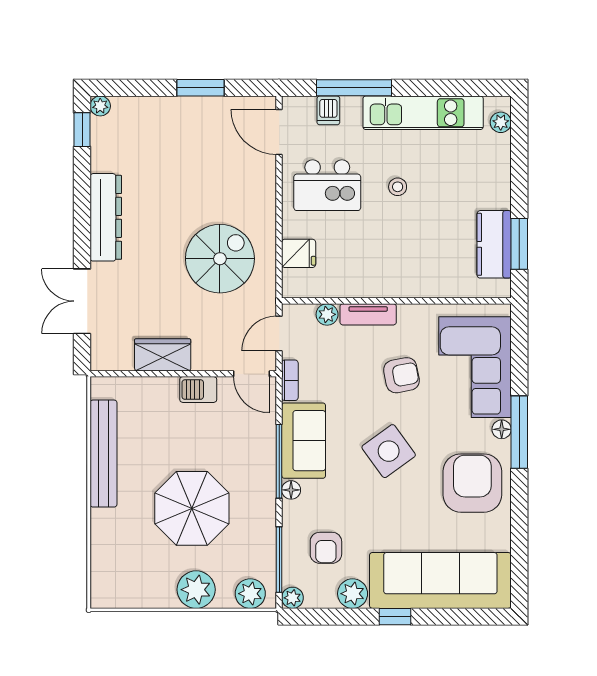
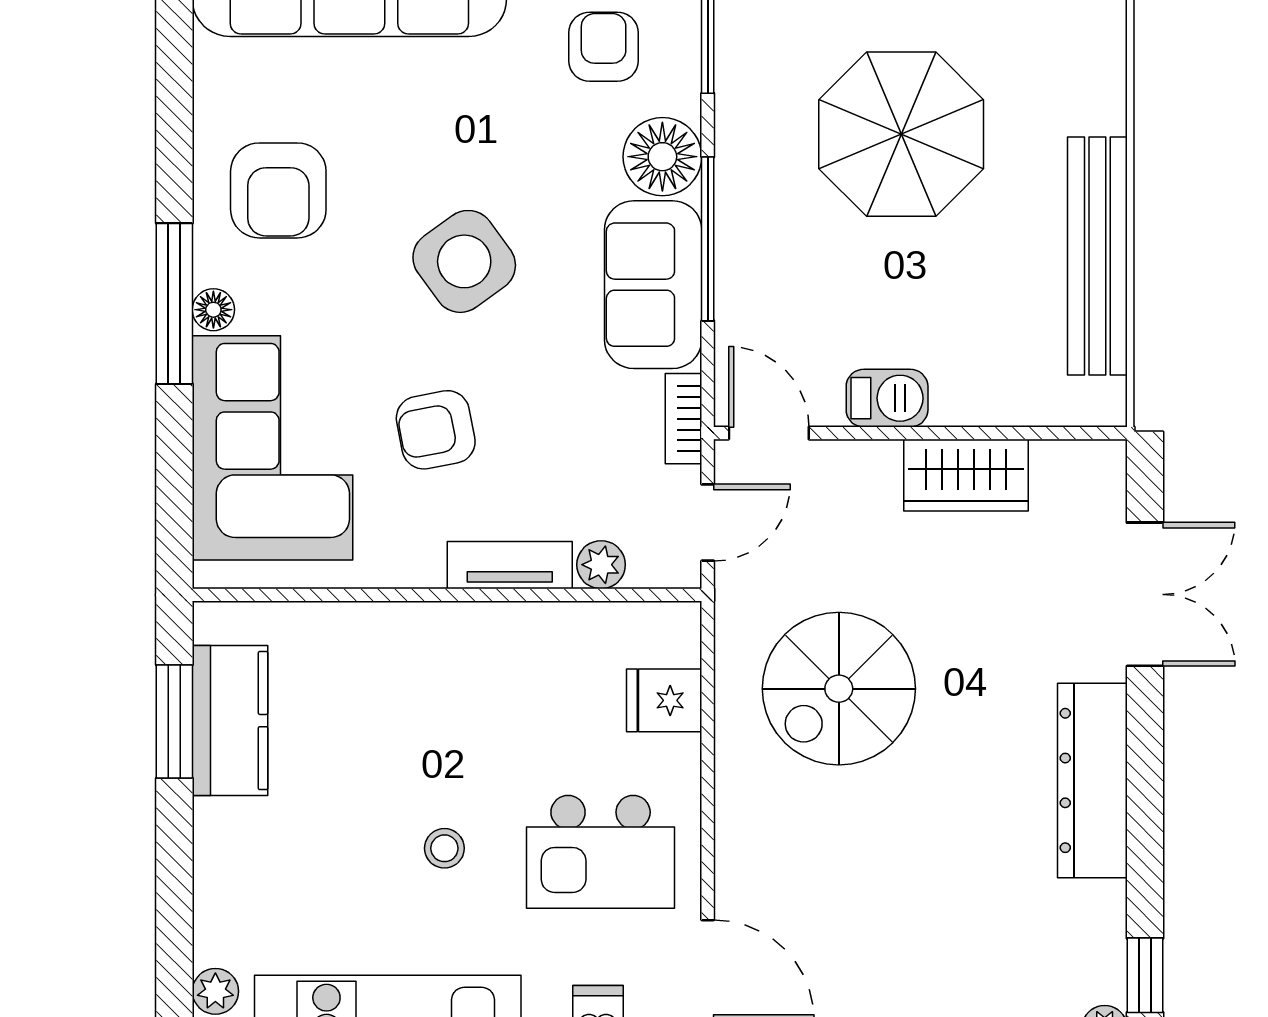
kitchen island: (327, 185) -> (601, 852), turned 180
armchair: (472, 483) -> (278, 190), width x0.73, depth x0.73
floor lamp: (291, 490) -> (662, 157), width x1.89, depth x1.89

